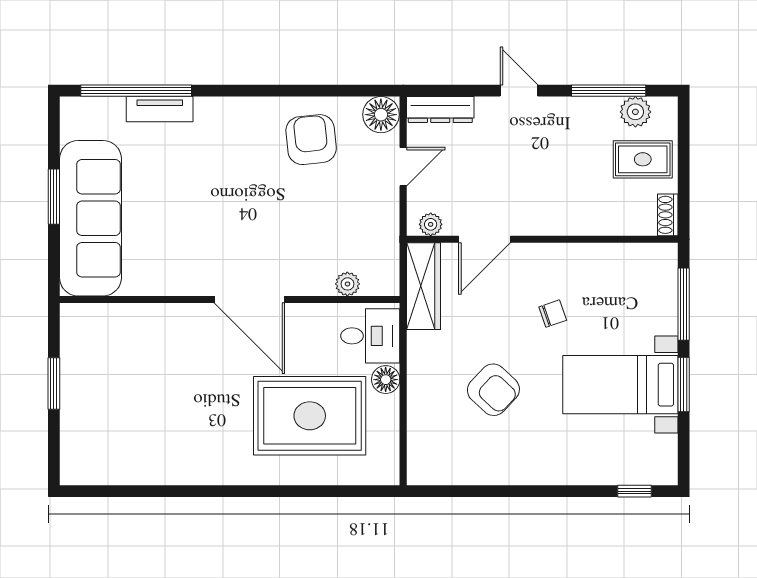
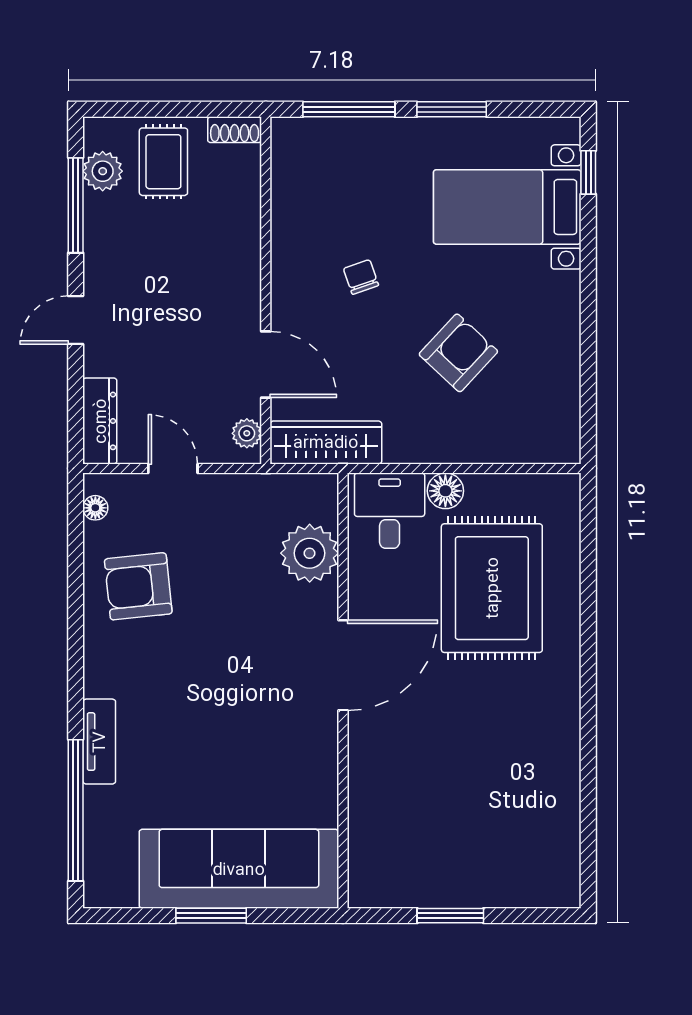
tv unit: (160, 109) -> (99, 742), moved
floor lamp: (381, 115) -> (95, 508), width x0.53, depth x0.53
plant: (347, 284) -> (310, 553), width x1.87, depth x1.87
bed with nightstands: (620, 385) -> (507, 207), moved, turned 90

